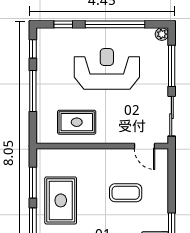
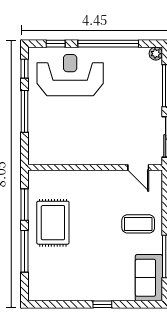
reception desk: (107, 69) -> (70, 75), moved
rug: (77, 122) -> (69, 143), removed
coffee table: (126, 193) -> (138, 224), moved

